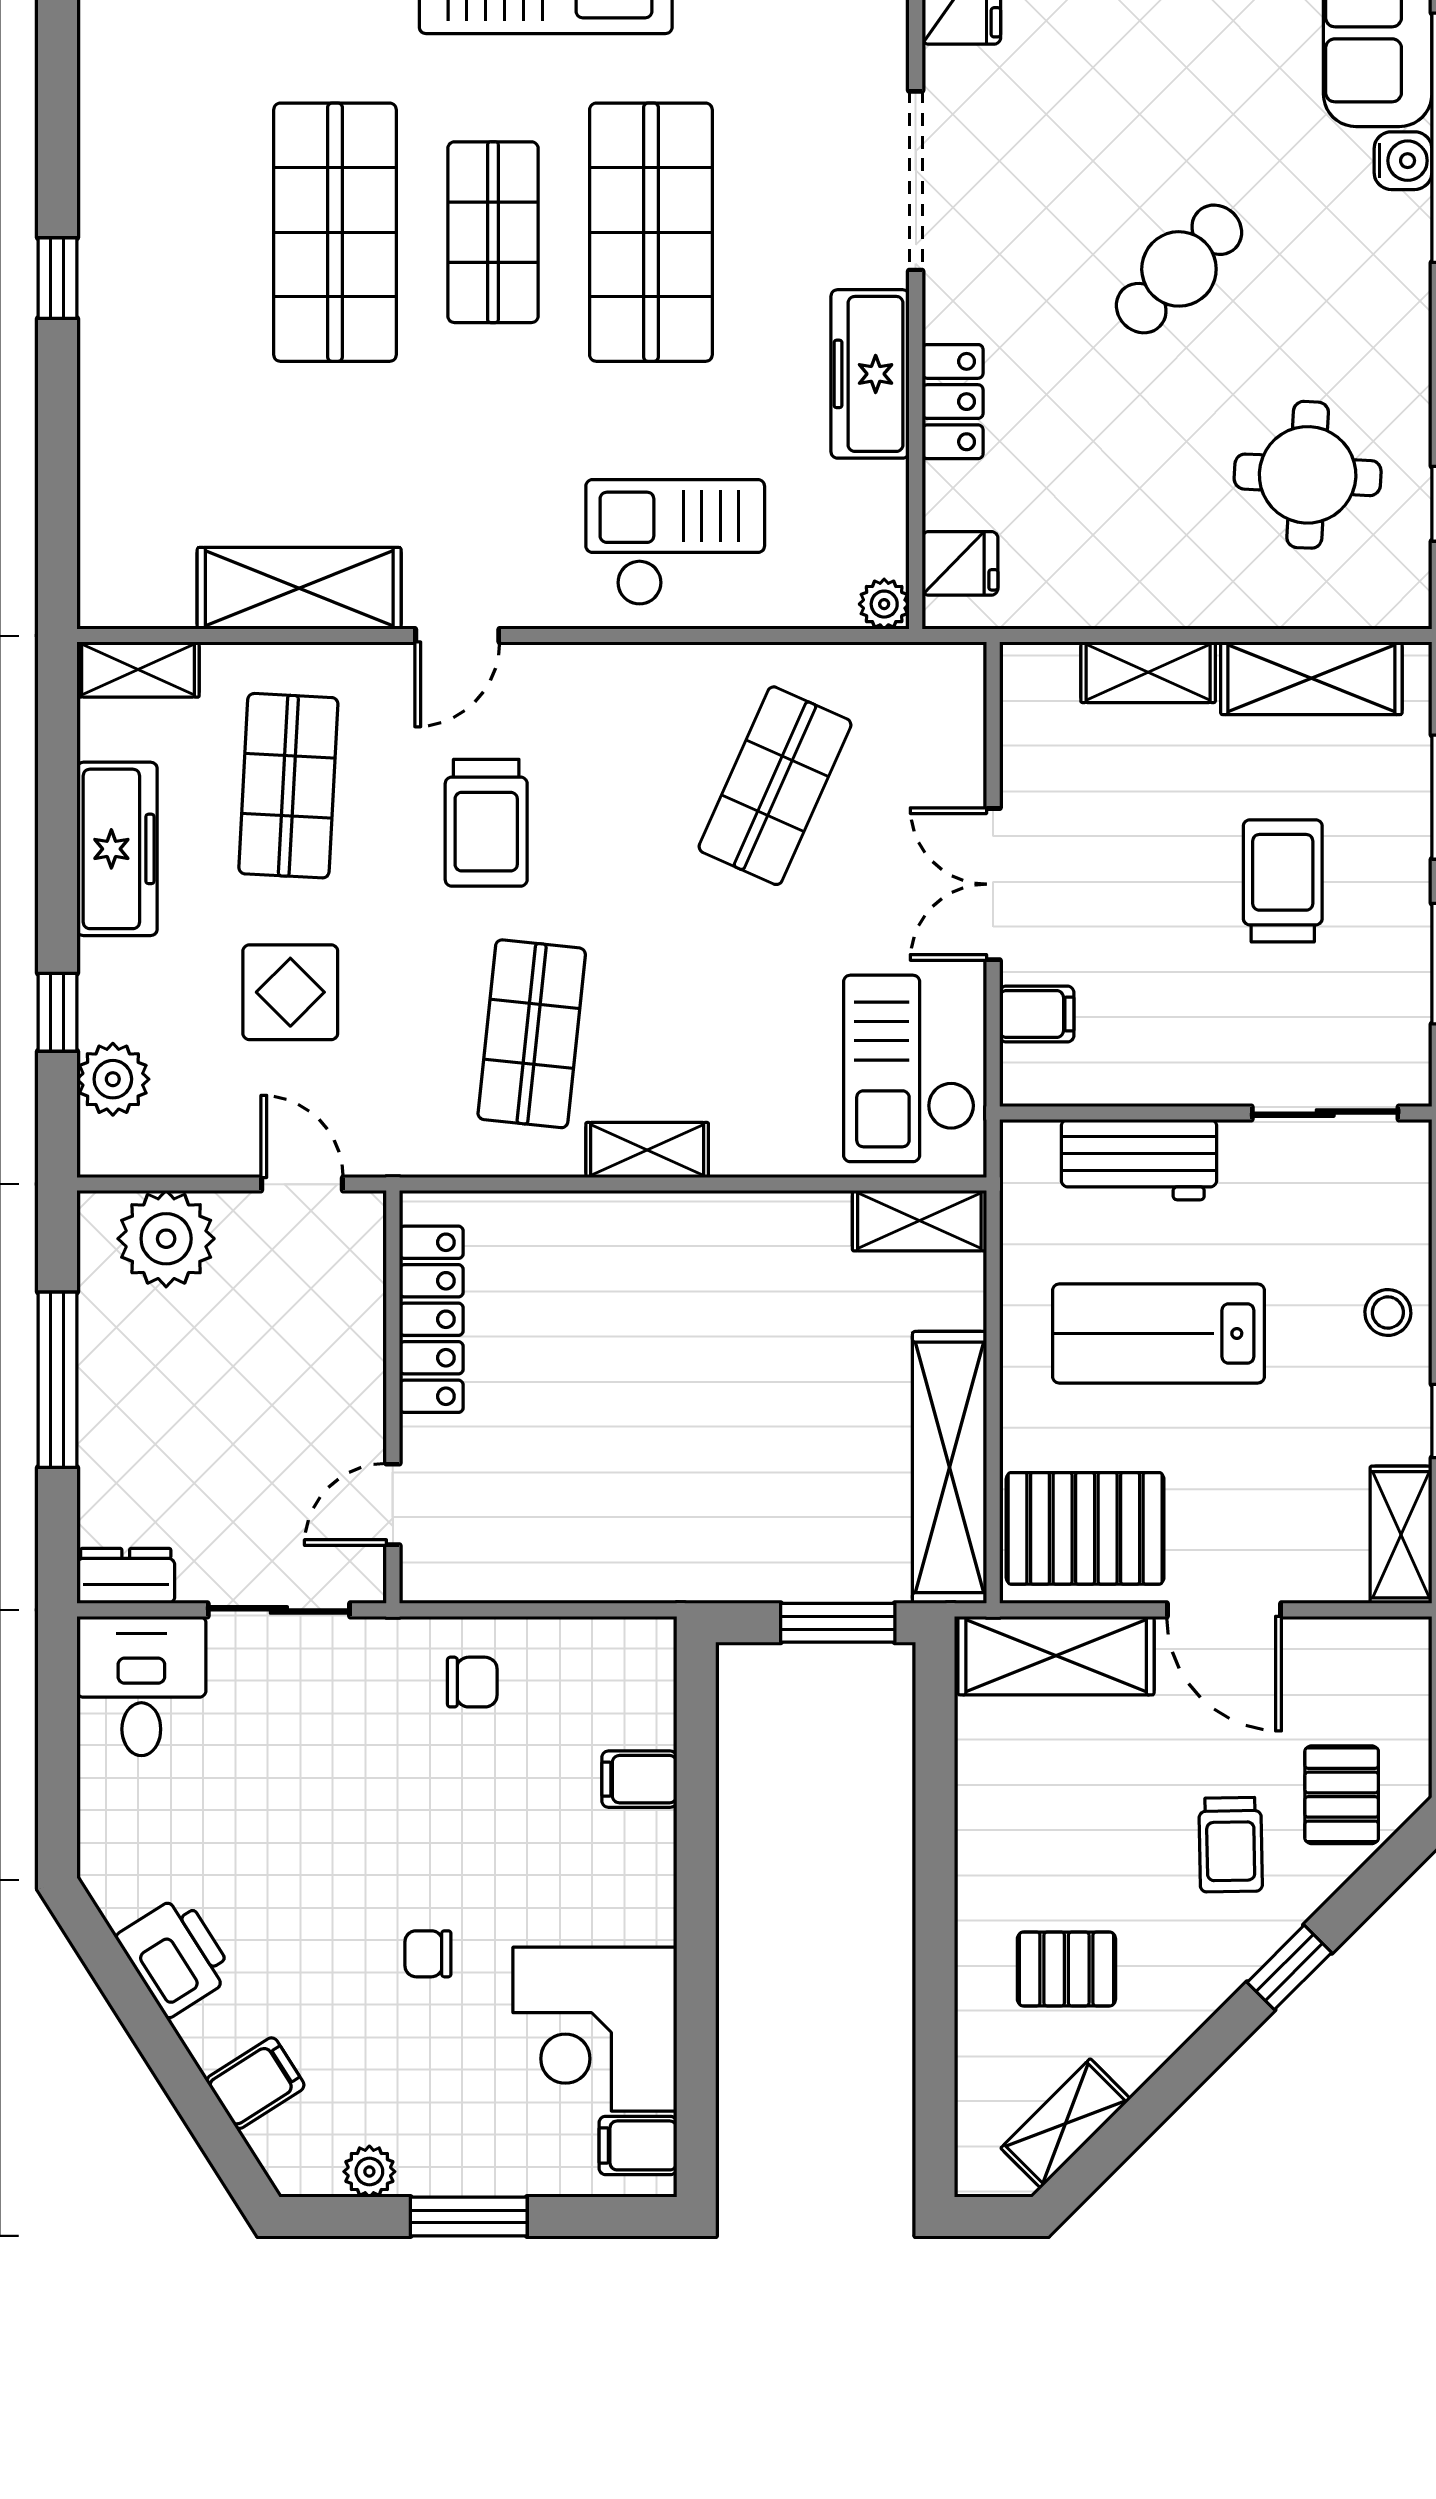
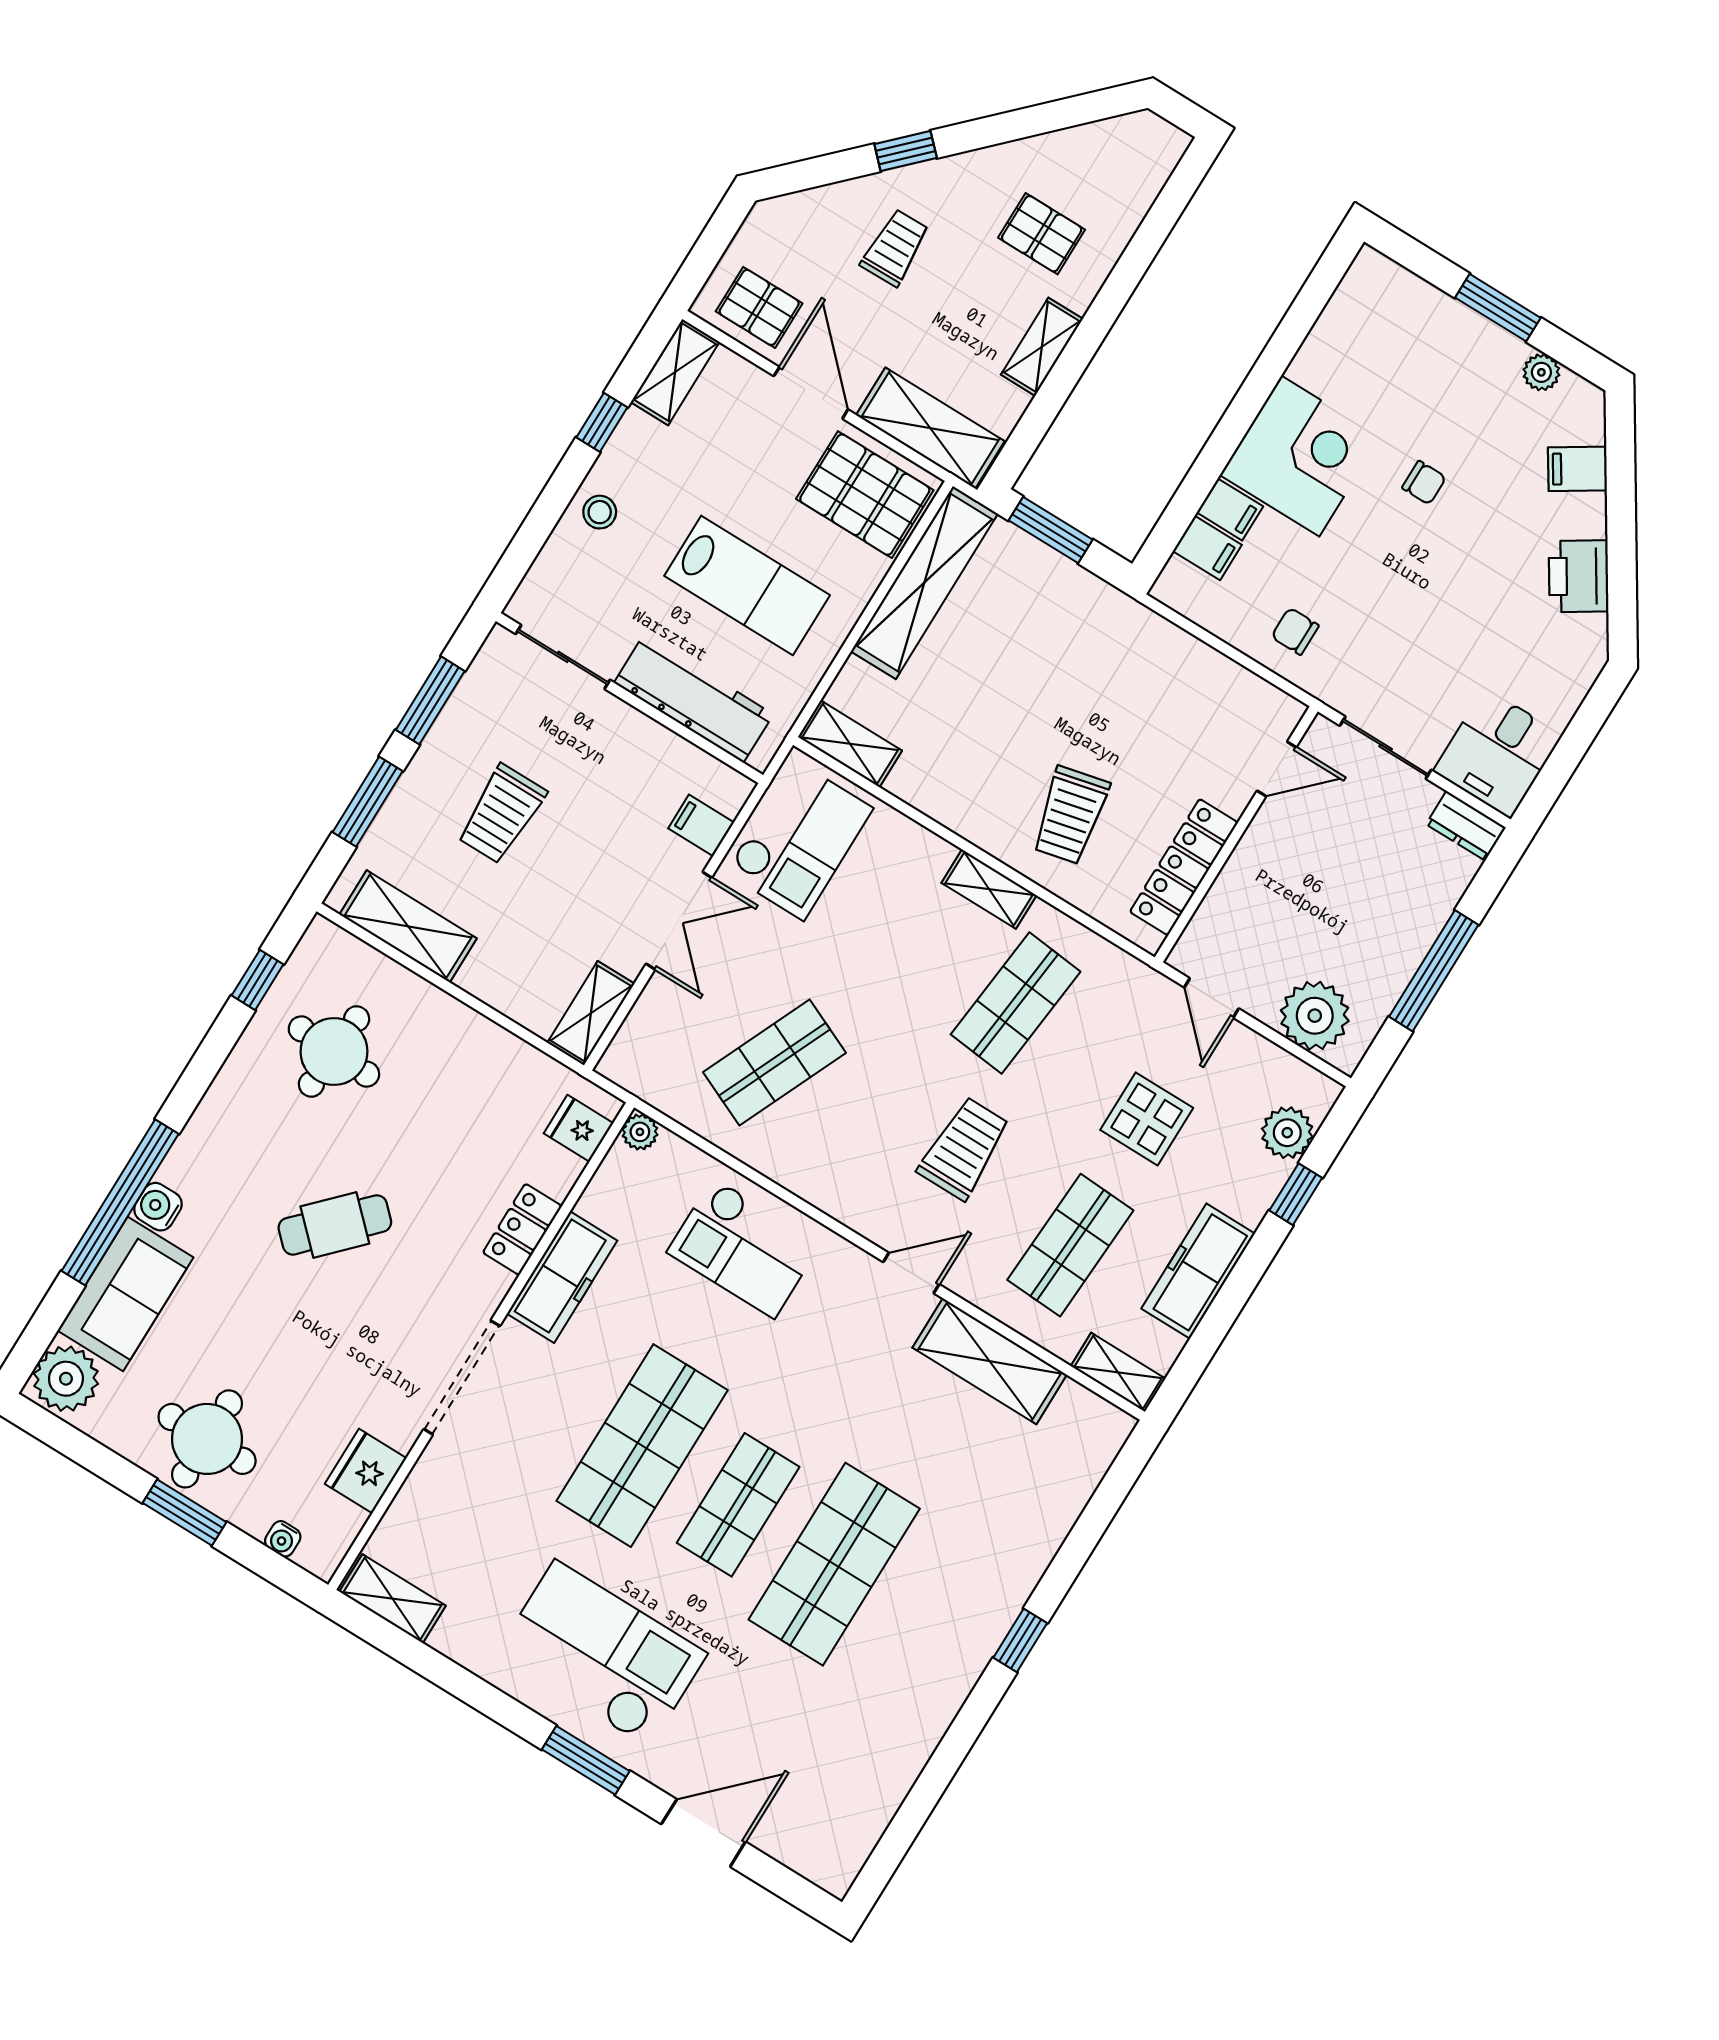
shelving: (1148, 672) -> (591, 1013), moved, turned 90
workbench: (1139, 1160) -> (694, 698), width x1.38
trolley: (604, 1298) -> (1070, 815), added
pallet: (1342, 1795) -> (759, 307), moved, turned 90
corner desk: (595, 2029) -> (1300, 456), moved
shelving: (1066, 2123) -> (1042, 347), moved, turned -45
filing cabinet: (638, 2145) -> (1207, 548), moved

